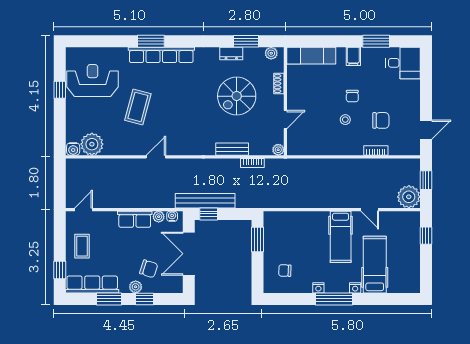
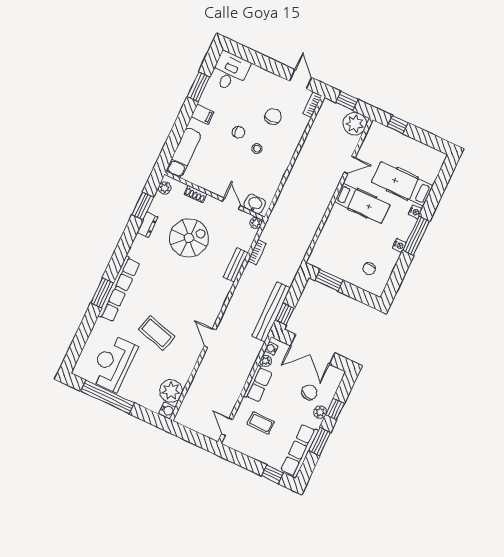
window: (60, 90) -> (107, 397), width x3.17
spiral stairs: (237, 96) -> (189, 238), turned -90
washbasin: (295, 141) -> (255, 204), added
bookcase: (376, 151) -> (312, 105), moved
coffee table: (82, 246) -> (261, 423), moved

